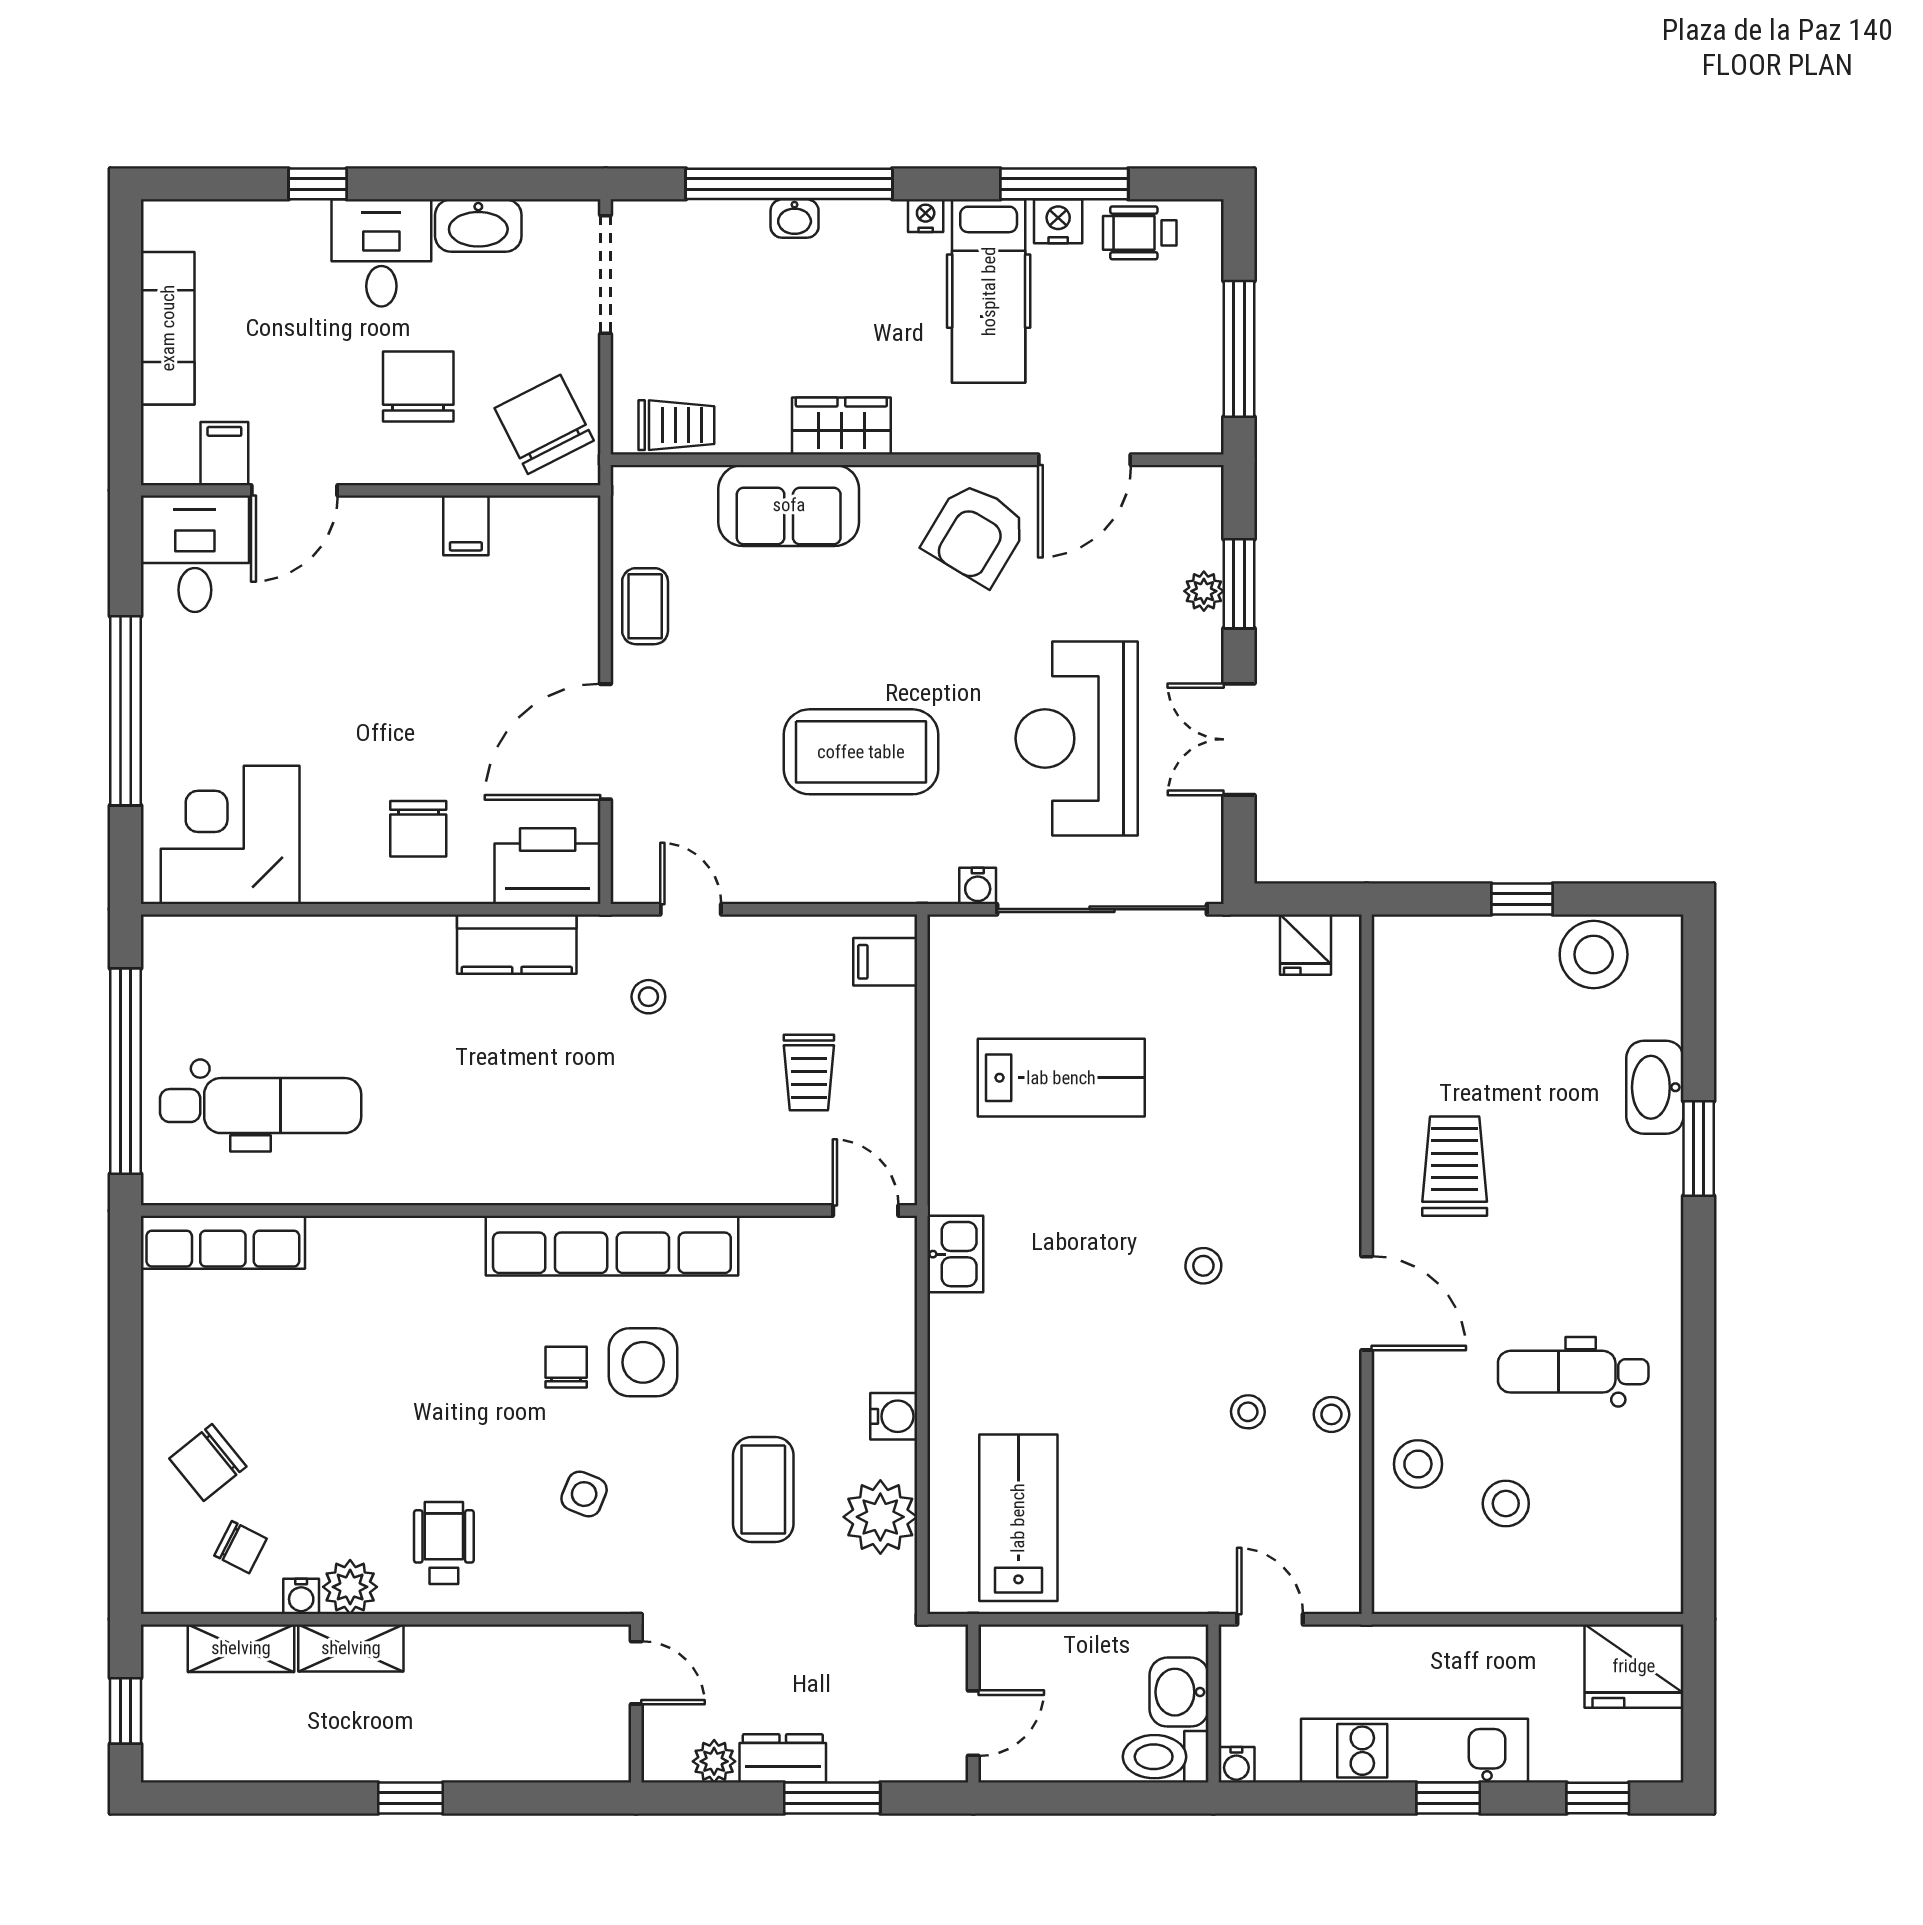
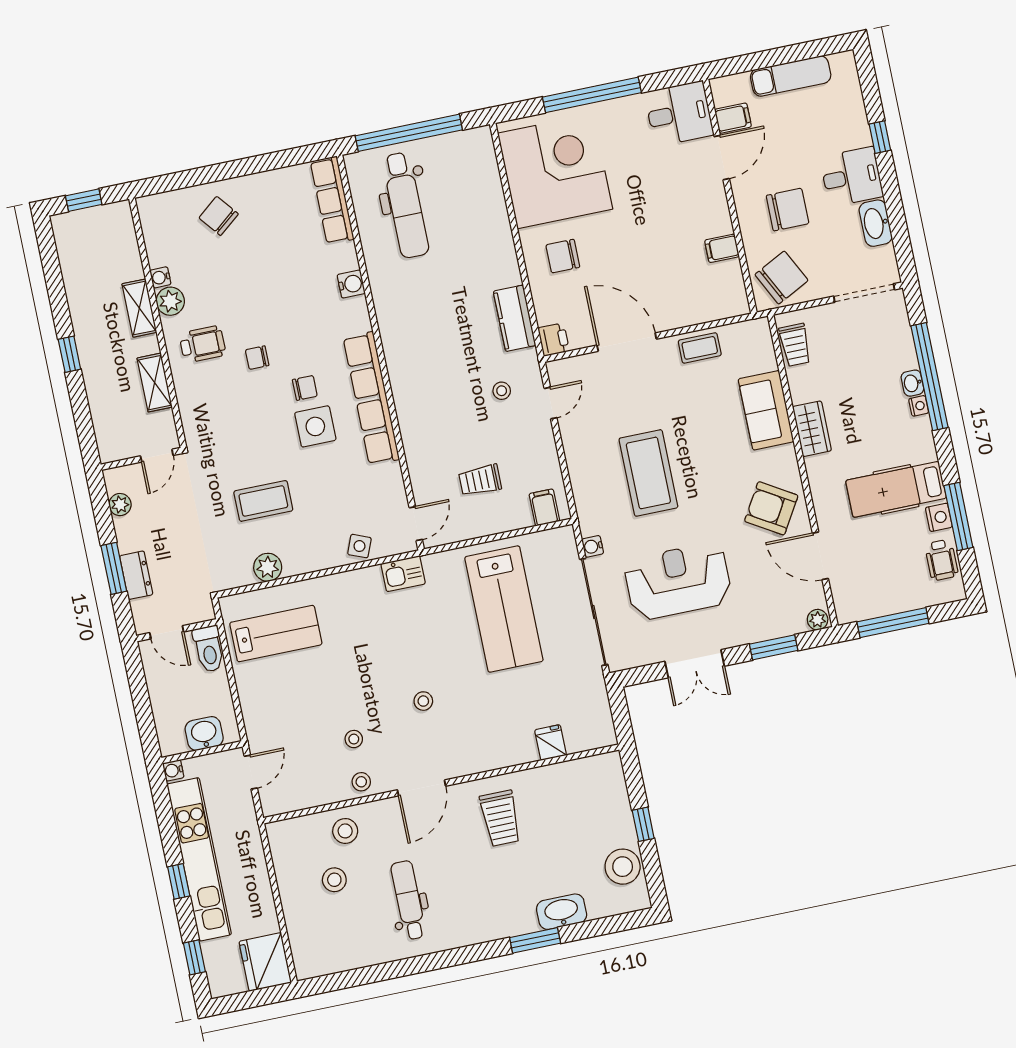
nightstand: (926, 216) -> (919, 406), moved
wheelchair: (1140, 233) -> (941, 560), turned 180
door: (294, 490) -> (722, 158), swing flipped
plant: (1204, 591) -> (818, 620), moved
double door: (1239, 739) -> (695, 664), swing flipped
corner desk: (230, 835) -> (555, 171), width x1.36, depth x1.36
printer: (548, 866) -> (554, 340), width x0.53, depth x0.68
fridge: (1305, 945) -> (551, 742), moved, turned 90
lab bench: (1061, 1078) -> (504, 609), width x1.36, depth x1.39
trolley: (1455, 1166) -> (500, 818), turned 90
water cooler: (894, 1416) -> (351, 284), moved, turned -90
side table: (584, 1494) -> (359, 546), moved
plant: (880, 1517) -> (268, 567), width x0.73, depth x0.73
chair: (240, 1547) -> (257, 358), moved, turned 63
shelving: (241, 1648) -> (155, 383), moved
kitchen unit: (1414, 1751) -> (199, 859), width x1.36
toilet: (1166, 1757) -> (209, 649), moved, turned 180
dresser: (783, 1758) -> (136, 575), moved

